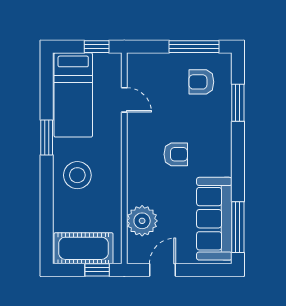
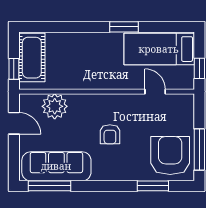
armchair: (201, 82) -> (170, 156), width x1.88, depth x1.88
door: (124, 100) -> (155, 92), swing flipped
stool: (77, 175) -> (93, 52), removed

